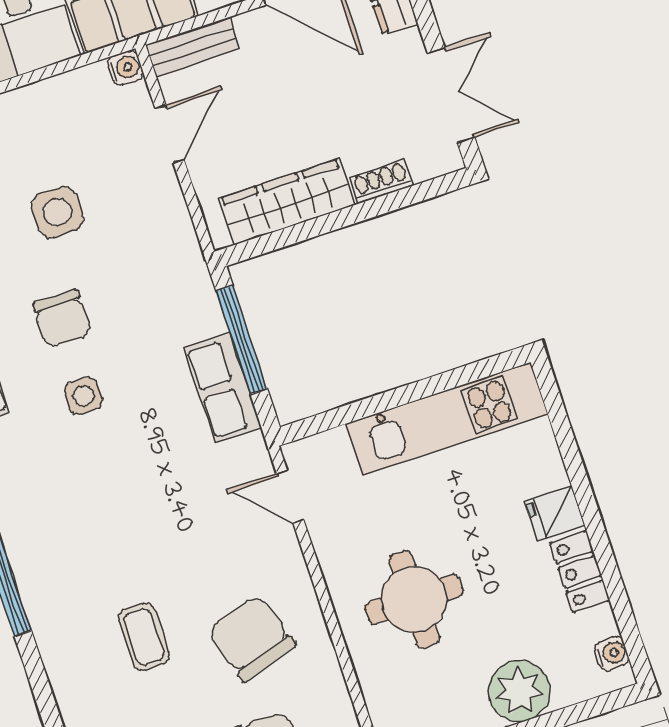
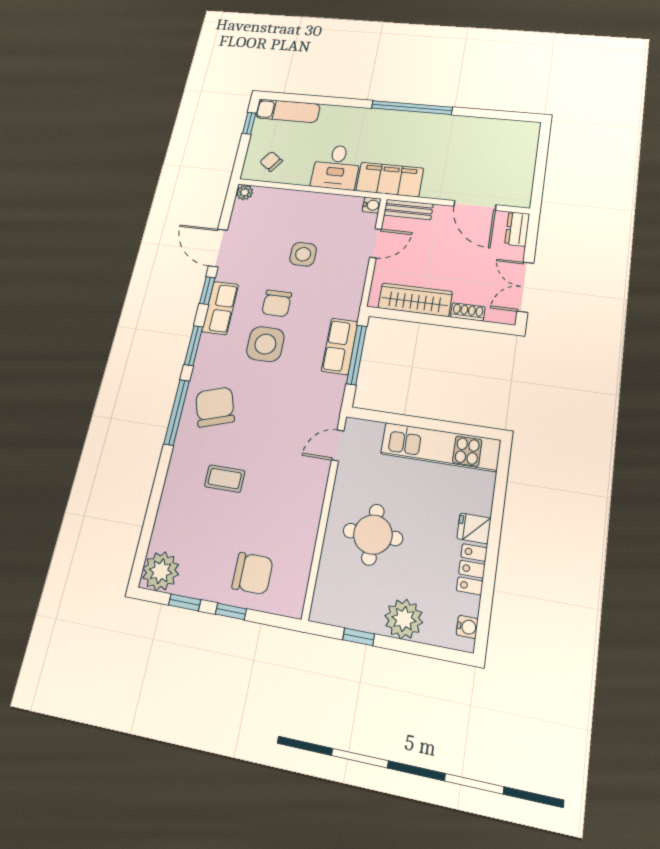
double door: (451, 95) -> (525, 287), swing flipped
row of seats: (223, 388) -> (340, 346), moved
side table: (83, 396) -> (265, 344), width x1.87, depth x1.87
door: (290, 497) -> (338, 445), hinge flipped
coffee table: (144, 637) -> (225, 479), turned 90
chair: (252, 638) -> (215, 407), moved

